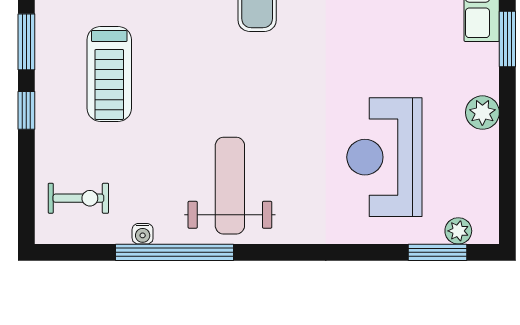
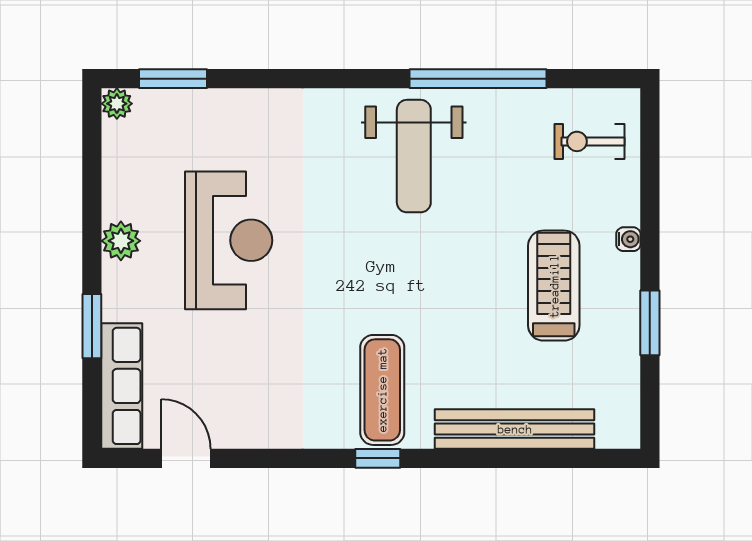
window: (26, 110) -> (650, 243), removed
reception desk: (384, 157) -> (229, 240), moved
plant: (458, 231) -> (117, 104), moved
water cooler: (143, 234) -> (628, 239), moved, turned 90

